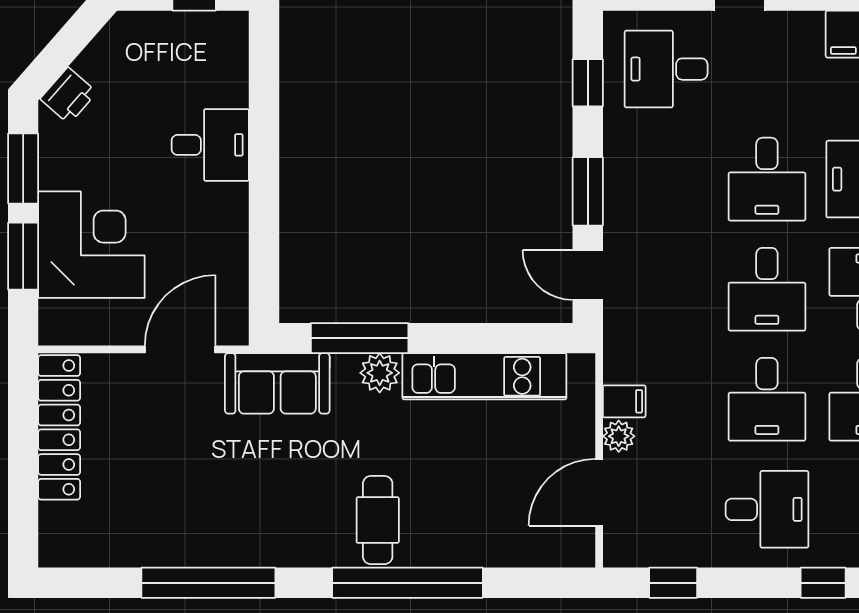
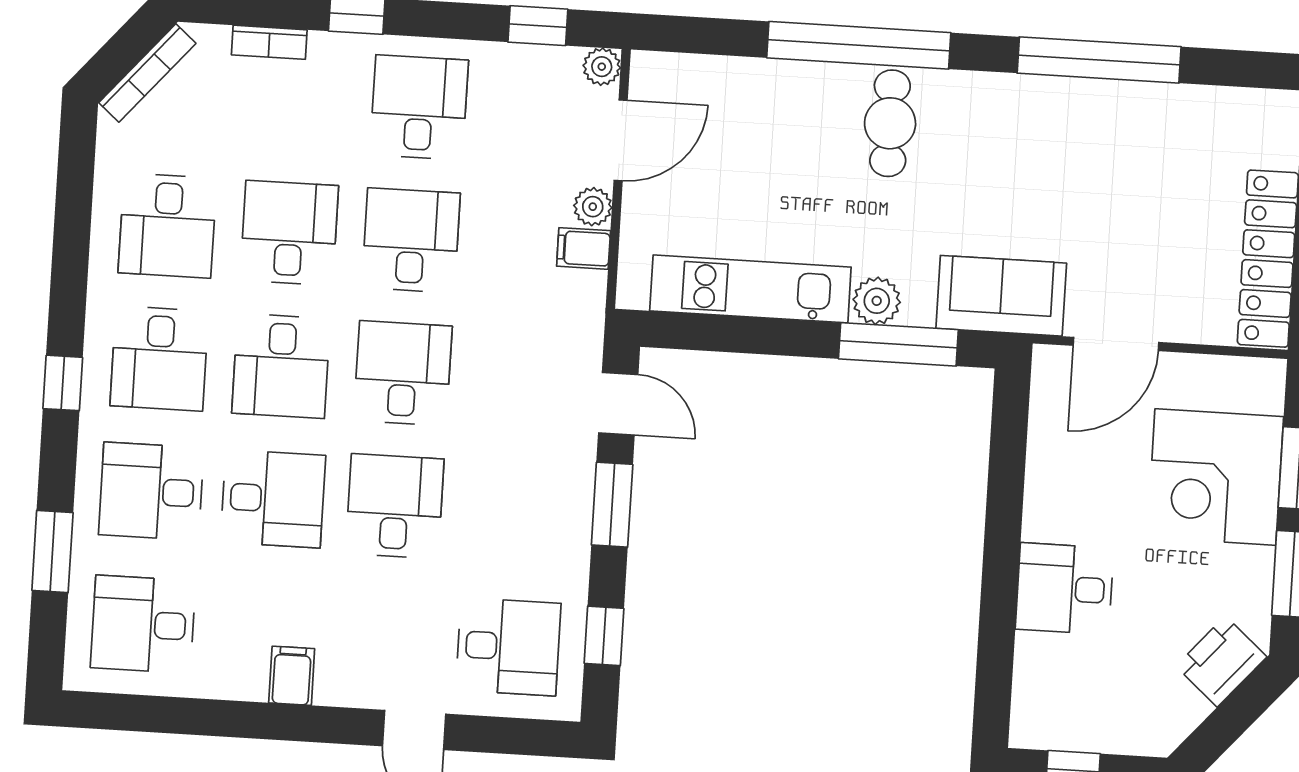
printer: (69, 96) -> (1221, 661), width x1.36, depth x1.24
desk: (767, 509) -> (419, 107), turned 90
plant: (618, 552) -> (602, 67), added

